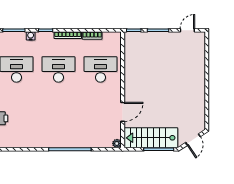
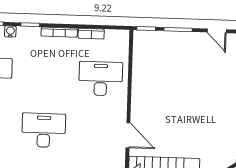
door: (187, 30) -> (217, 31), swing flipped
desk: (58, 69) -> (44, 130), moved
door: (123, 112) -> (128, 135), hinge flipped

